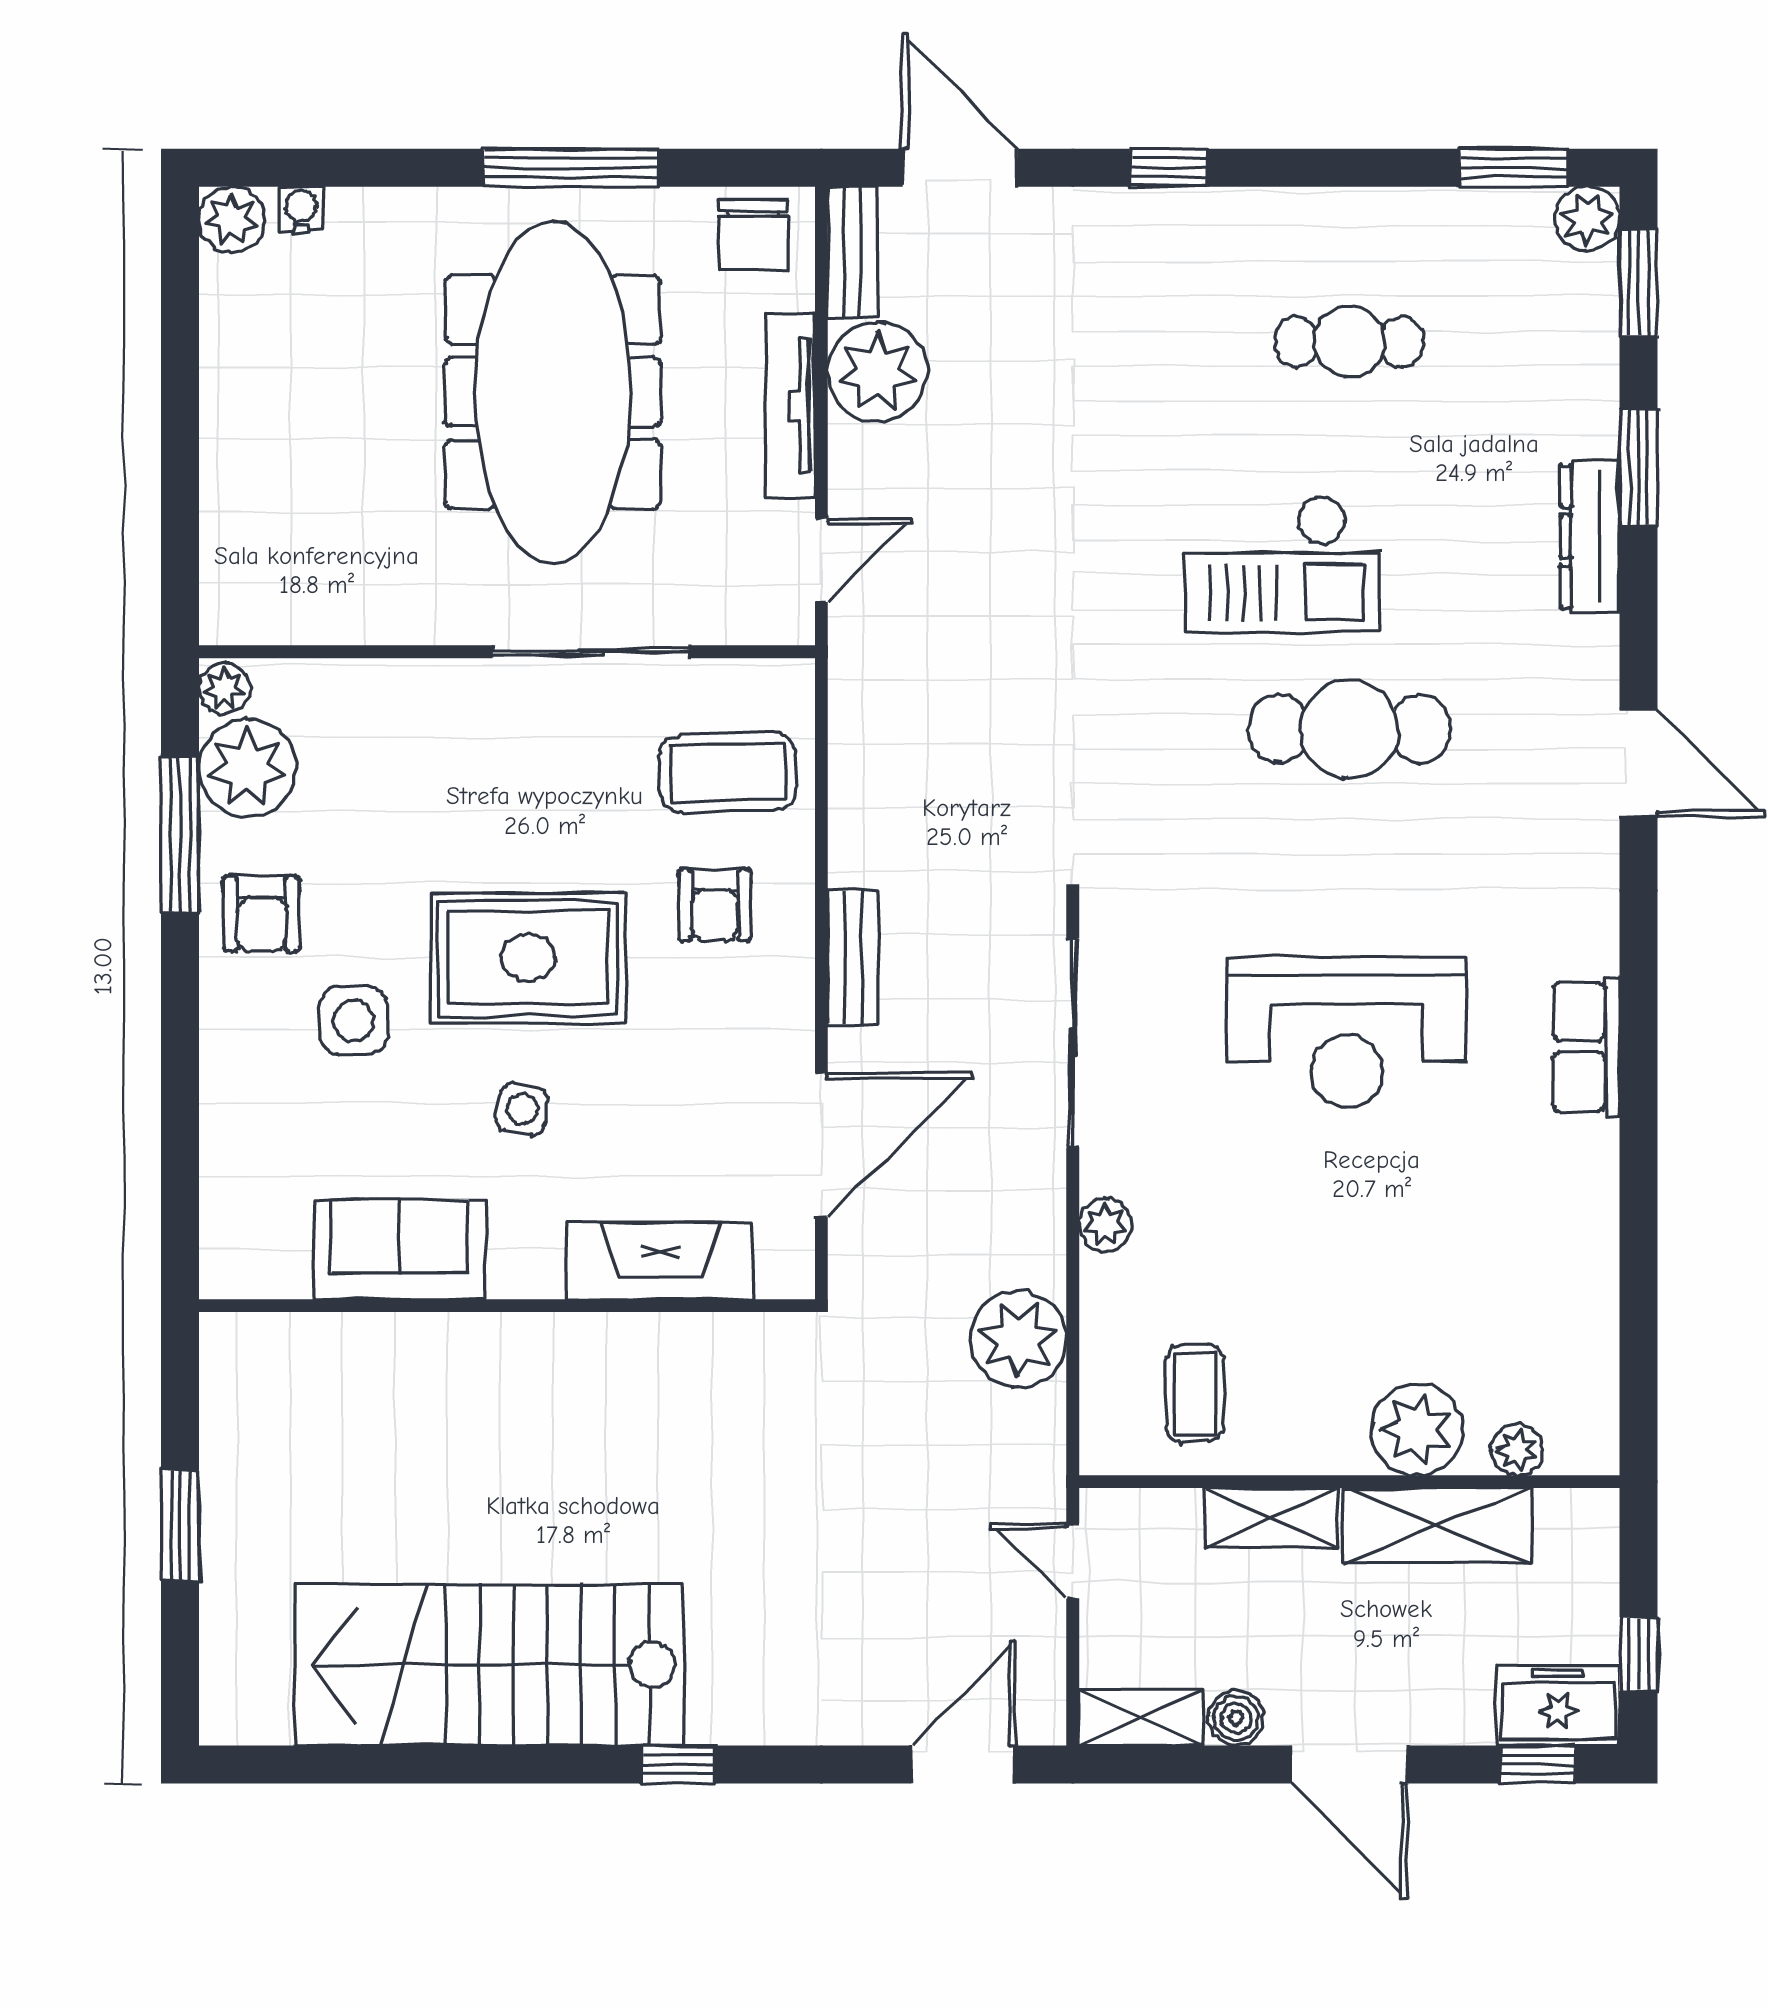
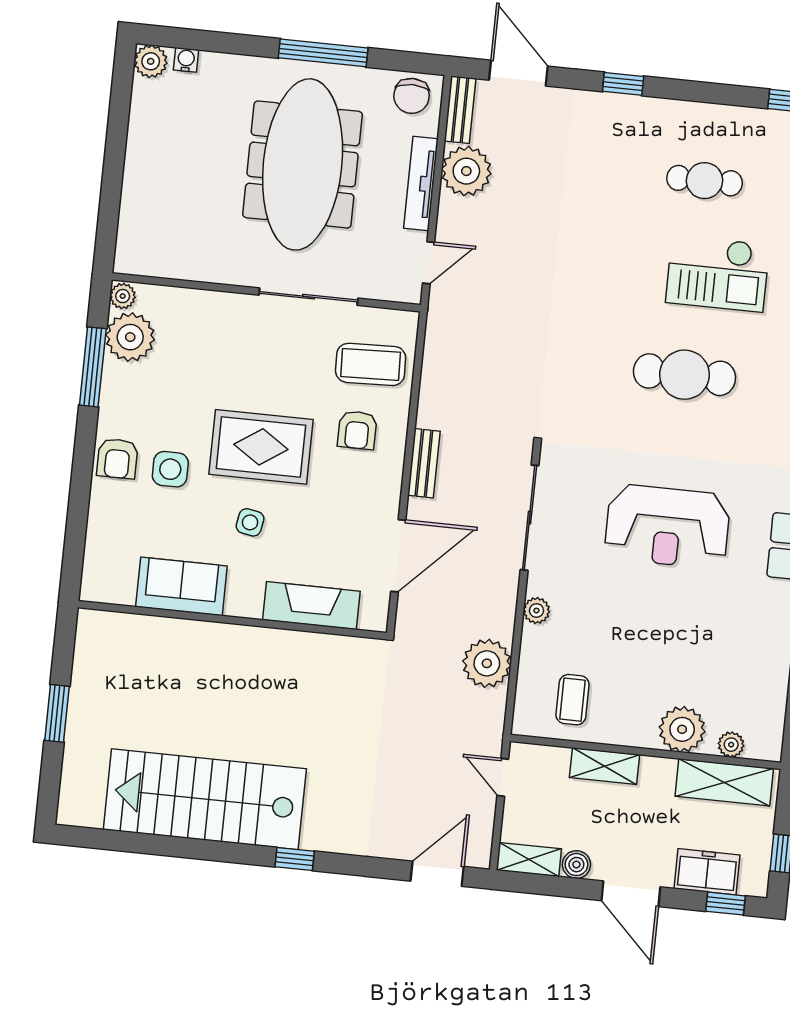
checkout: (1283, 564) -> (718, 273), moved
armchair: (261, 914) -> (117, 459), moved
shelving: (1437, 1526) -> (724, 782), moved
freezer: (1558, 1706) -> (707, 872), moved

